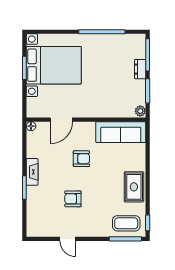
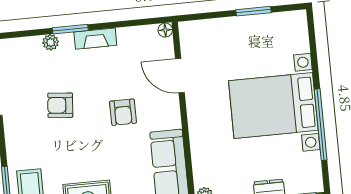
bed with nightstands: (54, 65) -> (273, 106), moved, turned 90
armchair: (73, 199) -> (60, 105), turned -85
plant: (32, 201) -> (51, 42), added

